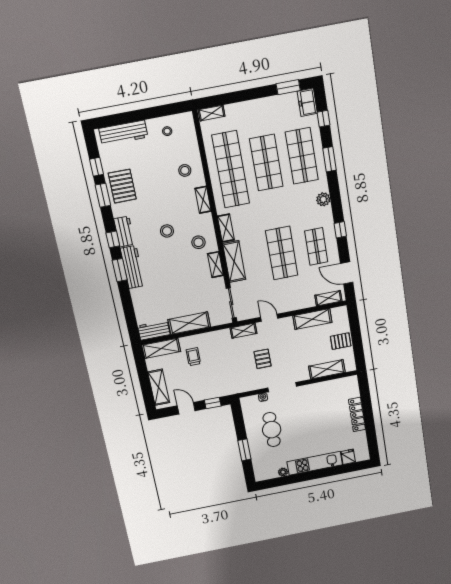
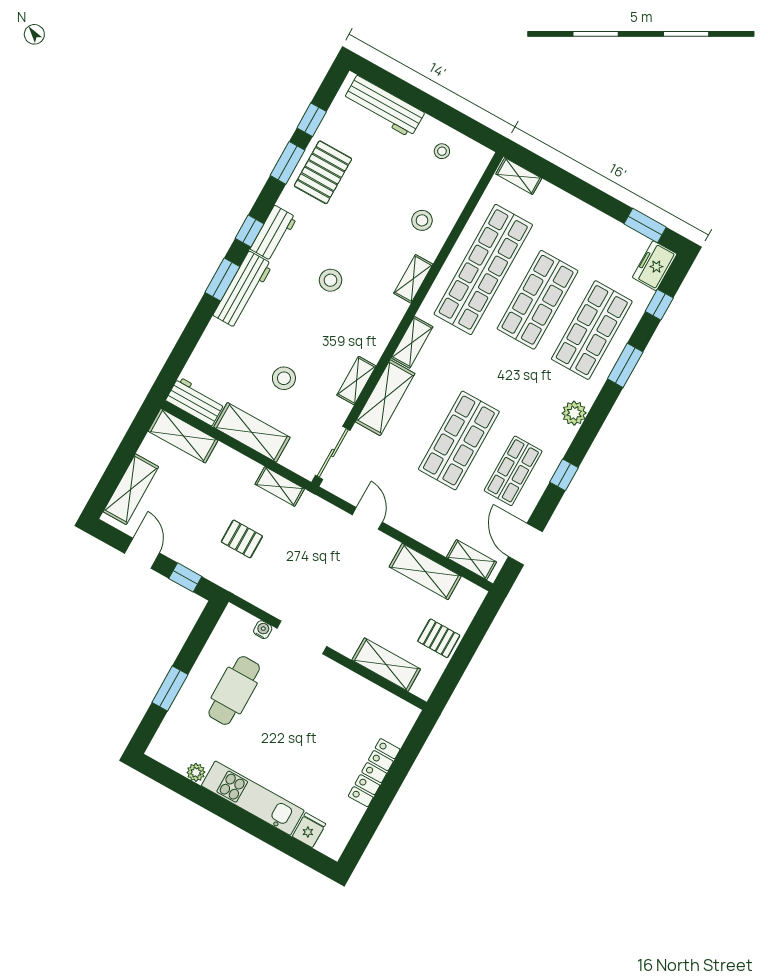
stool: (198, 242) -> (284, 378), moved
shelving: (244, 331) -> (280, 486), moved
trolley: (193, 357) -> (217, 486), removed
pallet: (263, 359) -> (242, 539), moved, turned 90

